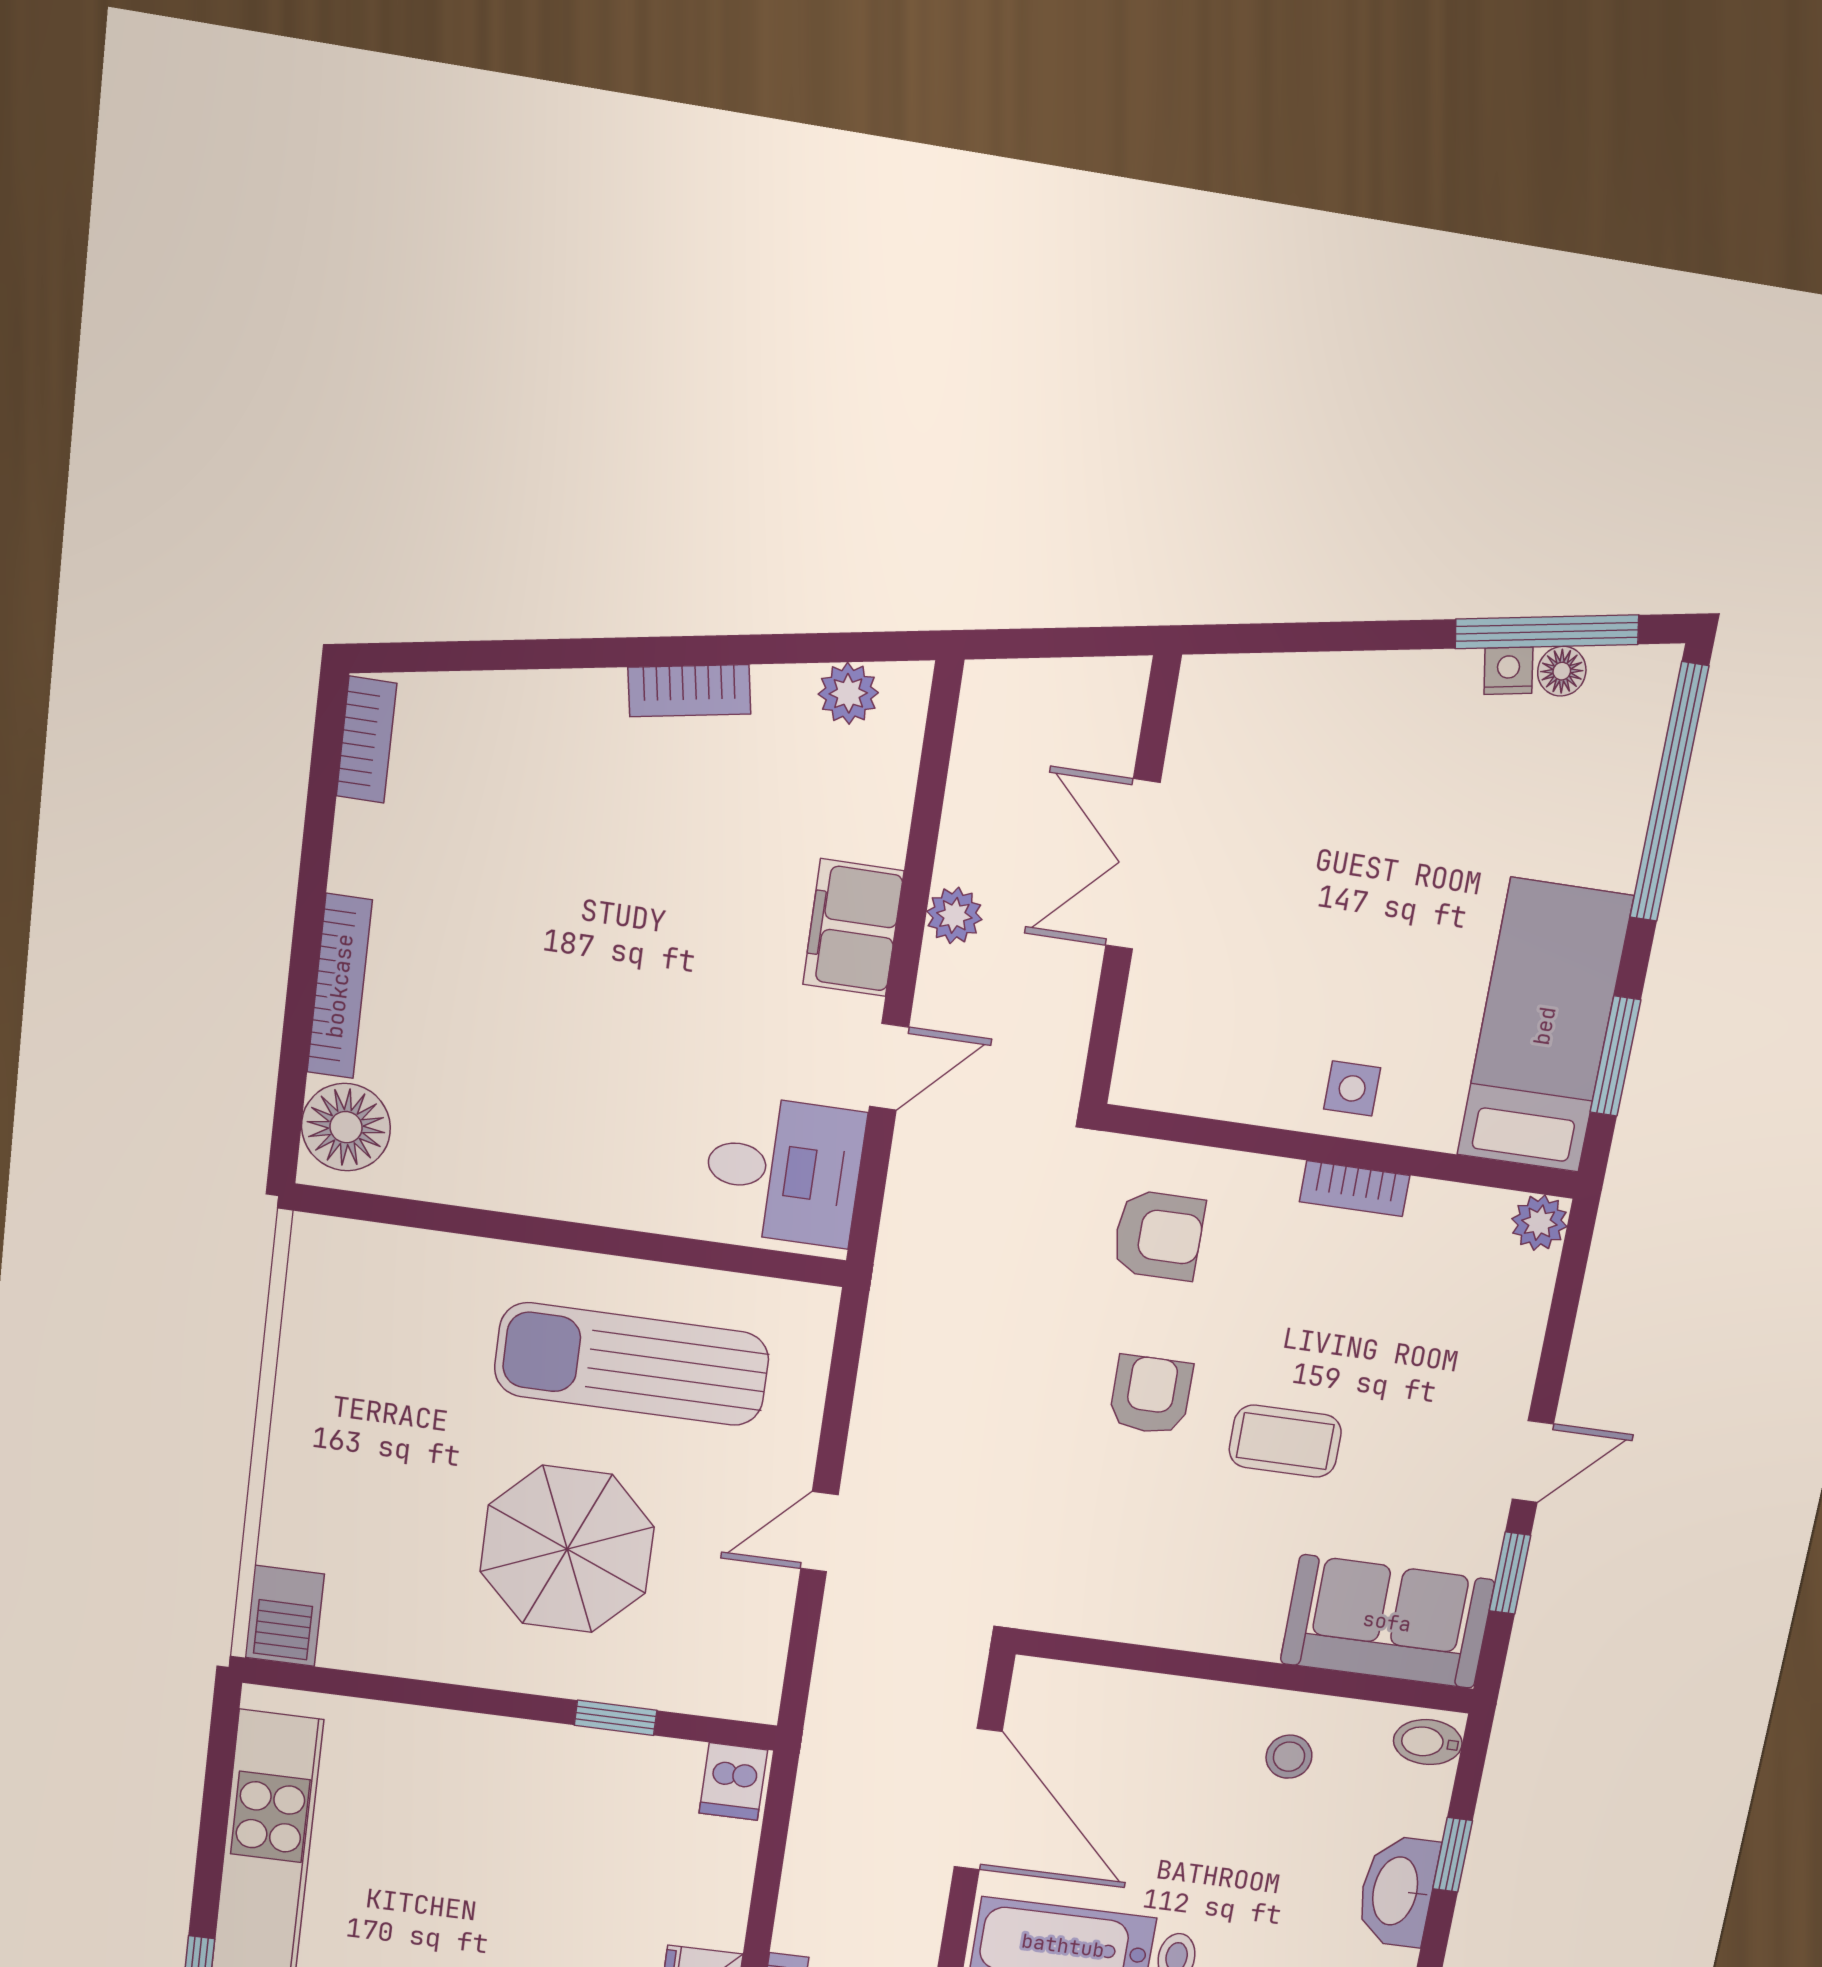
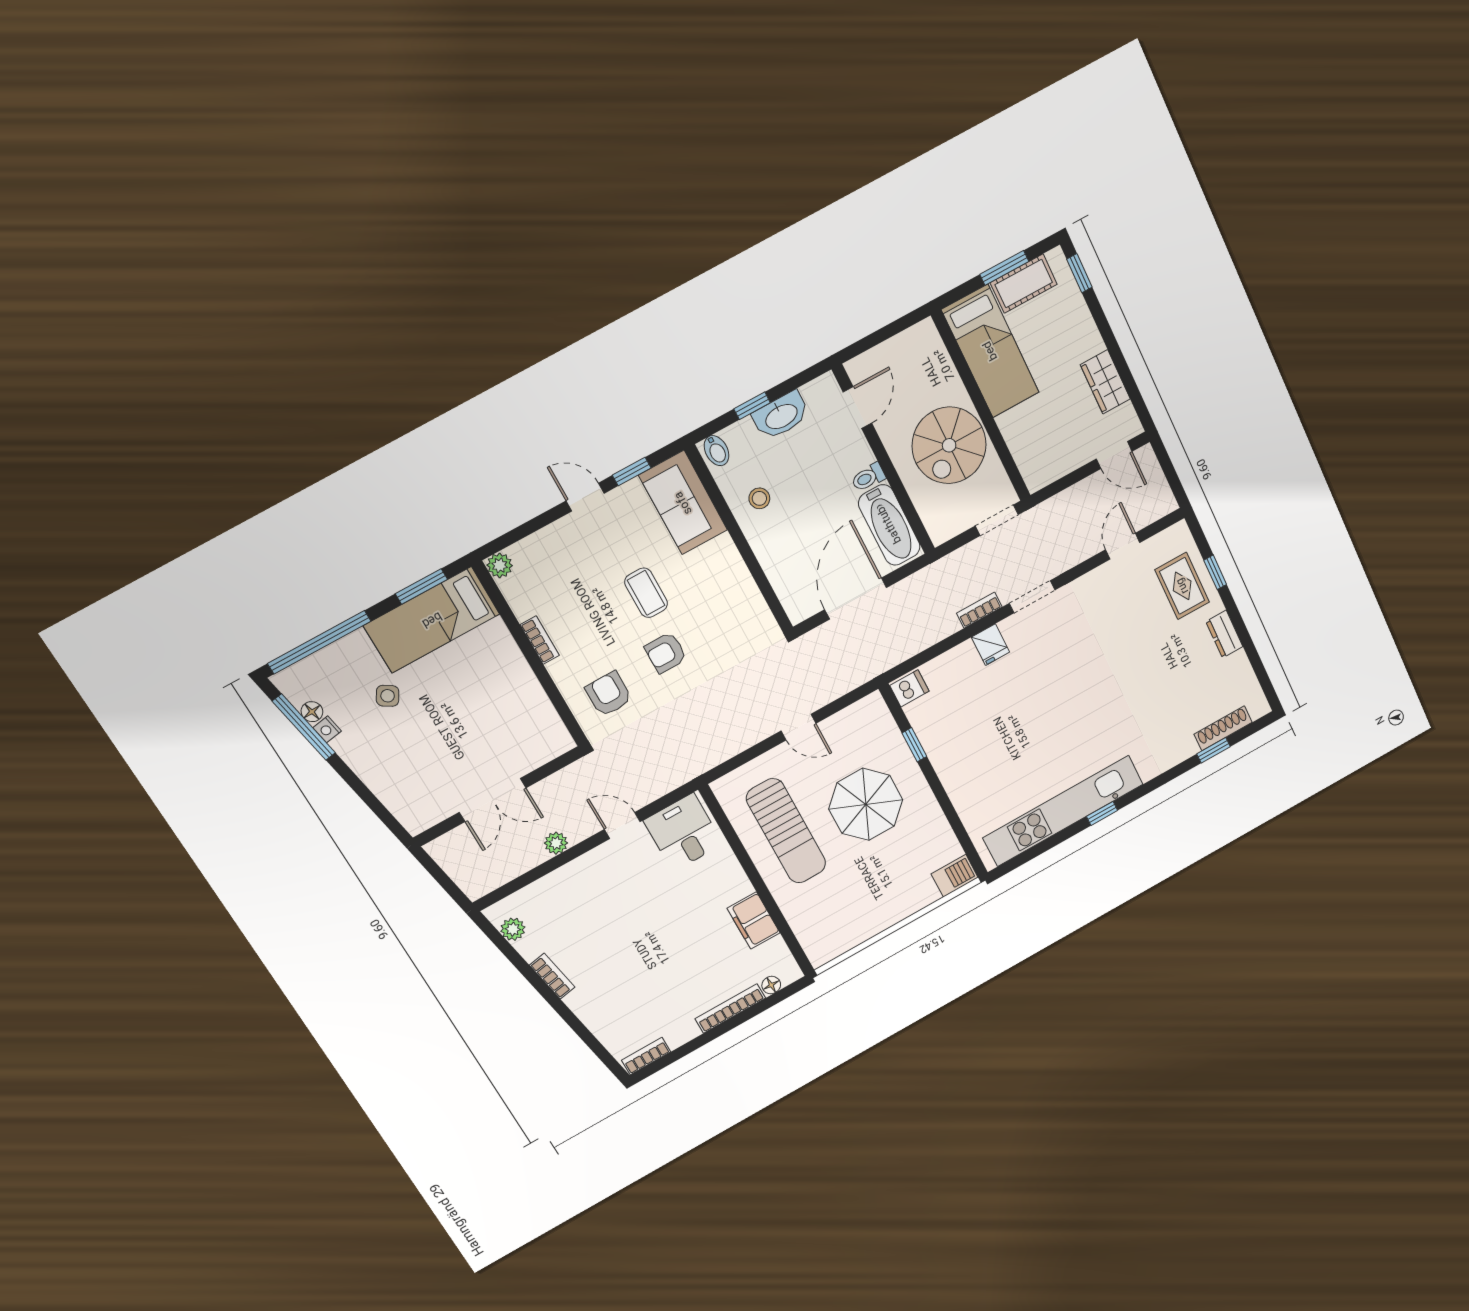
filing cabinet: (853, 928) -> (754, 921), moved, turned 90
side table: (1352, 1088) -> (388, 696), moved, turned 32
floor lamp: (346, 1127) -> (771, 985), width x0.53, depth x0.53

